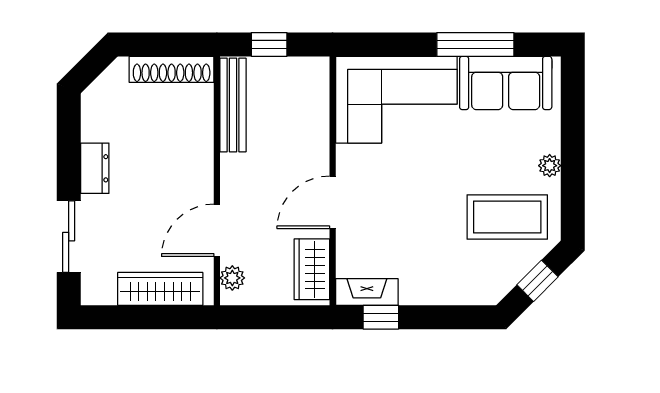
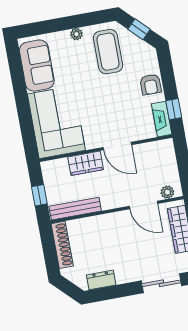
window: (475, 44) -> (19, 85), removed
dresser: (95, 168) -> (101, 280), moved
wardrobe: (312, 269) -> (86, 163), moved
armchair: (433, 283) -> (151, 84), added

